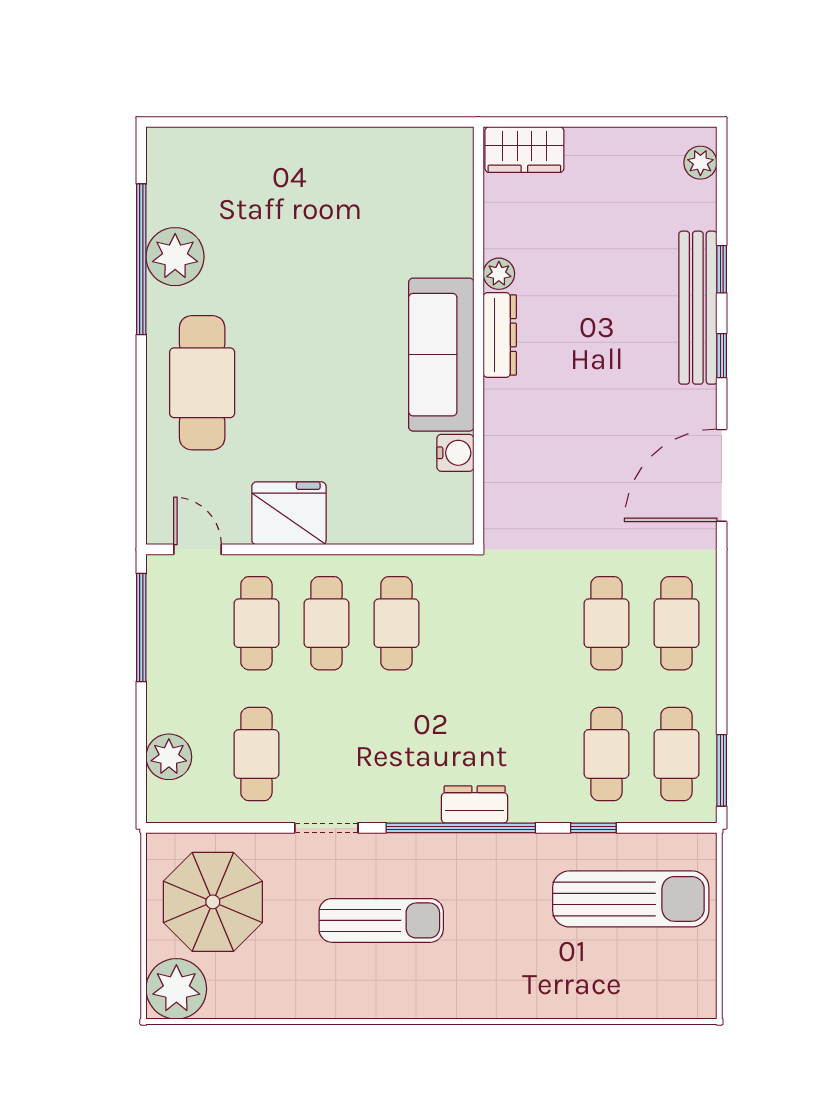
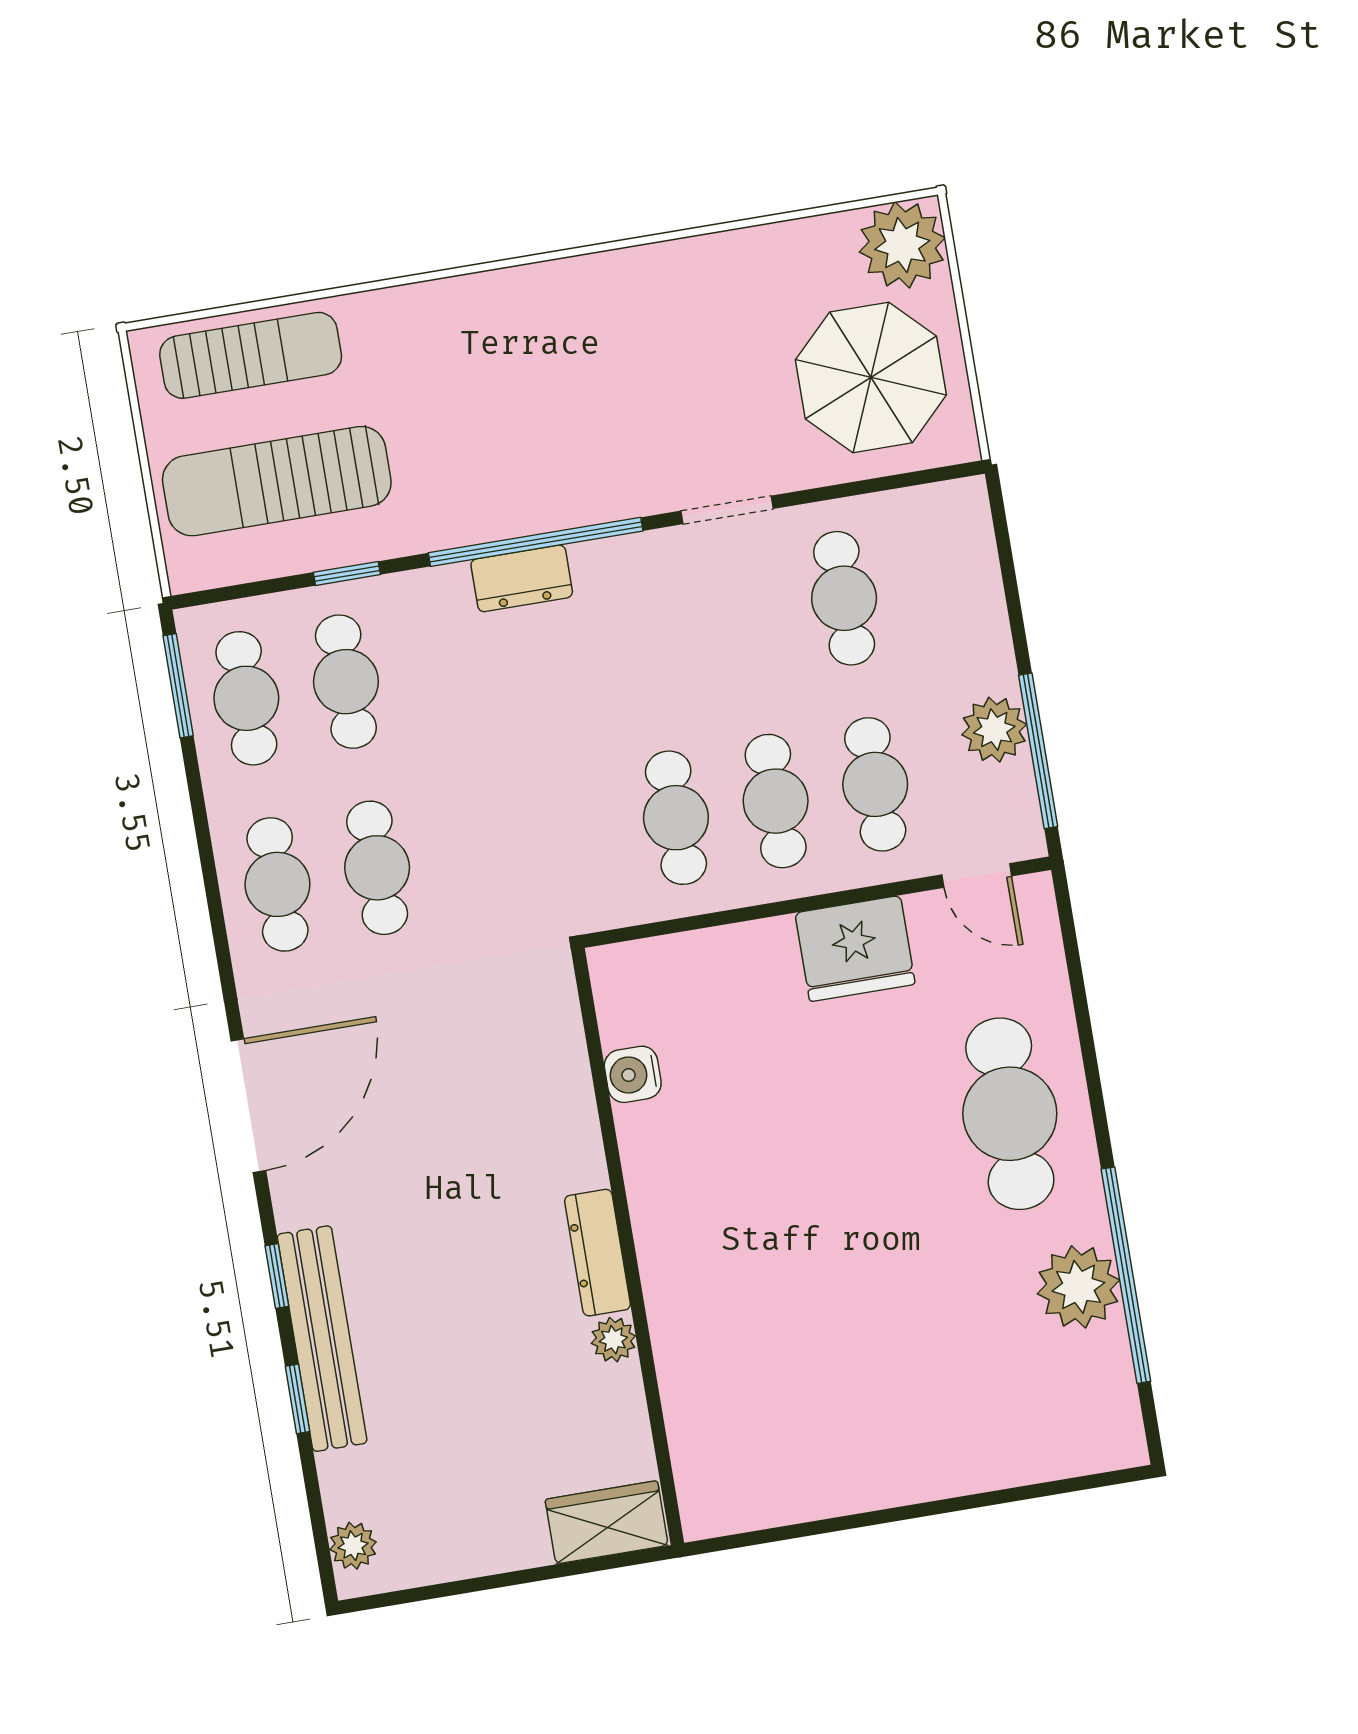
sofa: (441, 355) -> (676, 1211), removed
plant: (169, 757) -> (994, 730), moved
sun lounger: (381, 920) -> (251, 355), moved, turned 180

